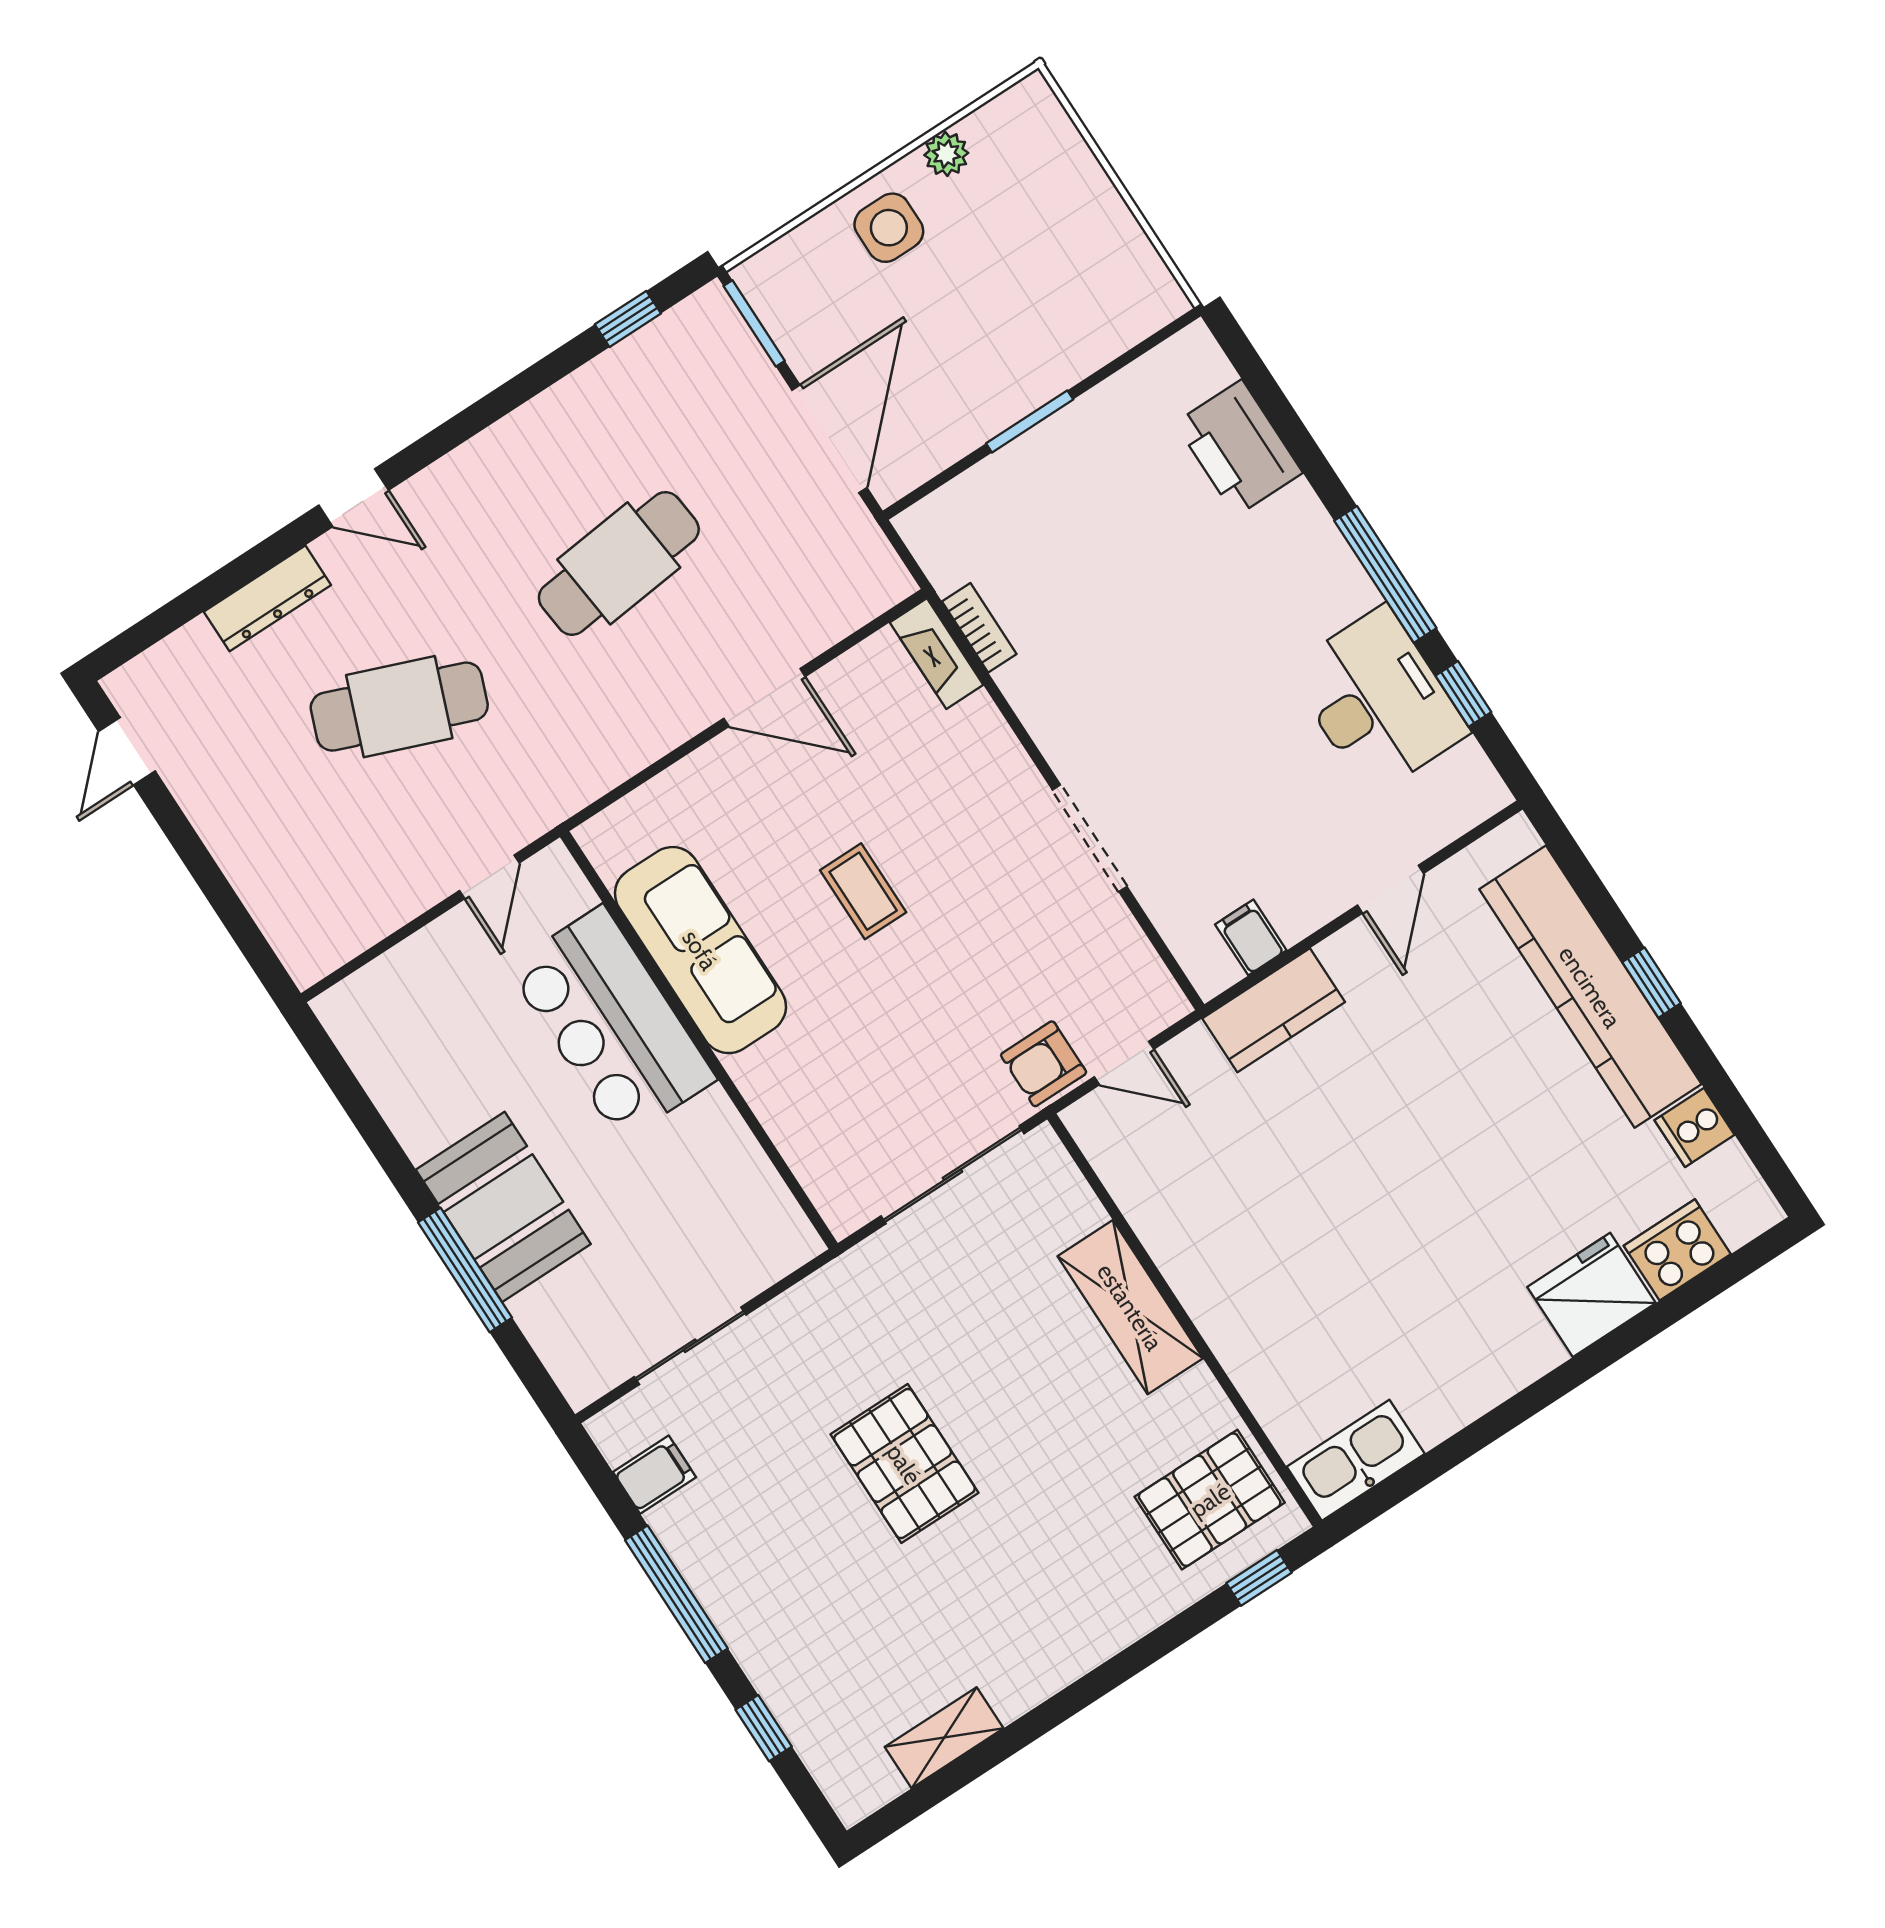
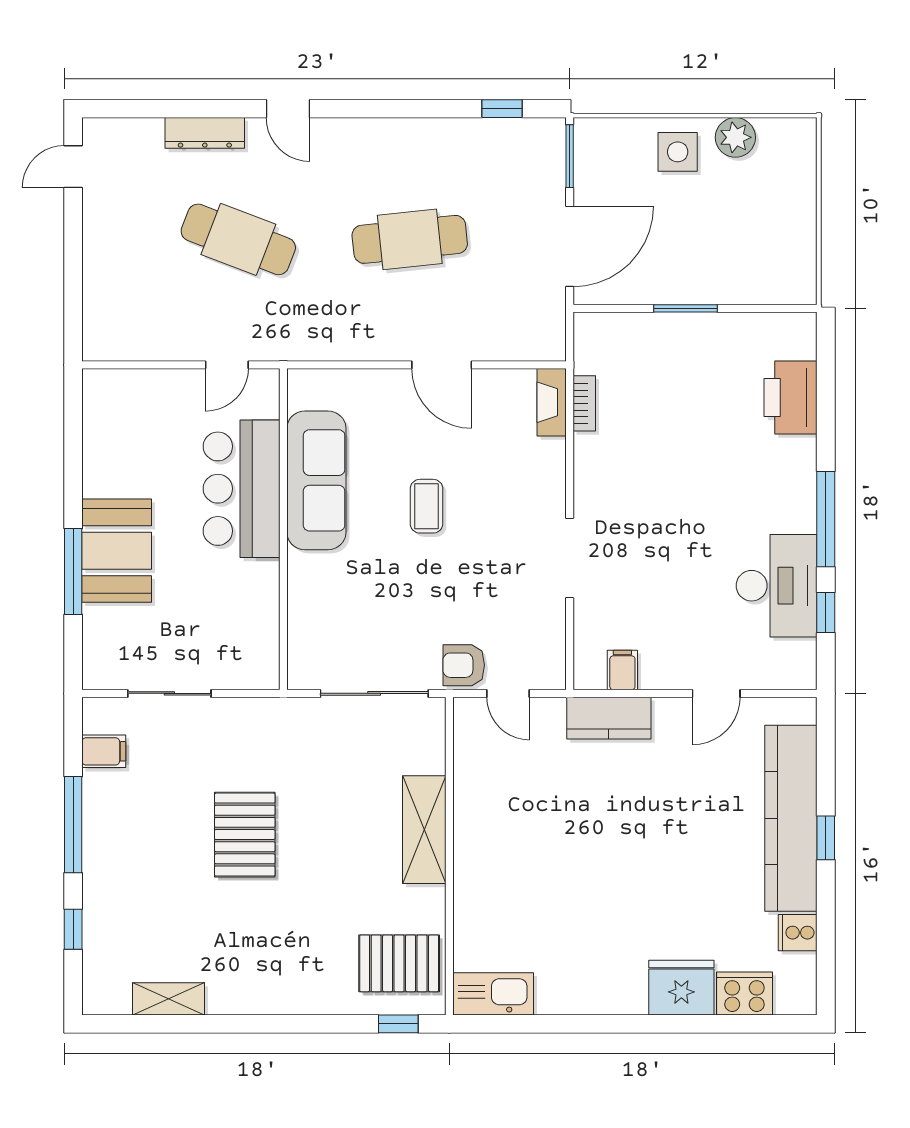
plant: (946, 154) -> (735, 137), width x1.38, depth x1.38

